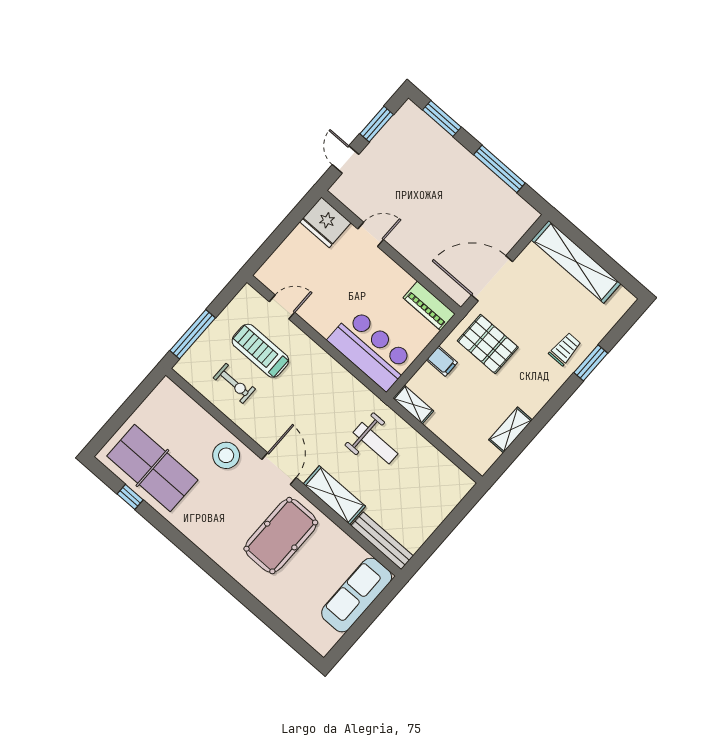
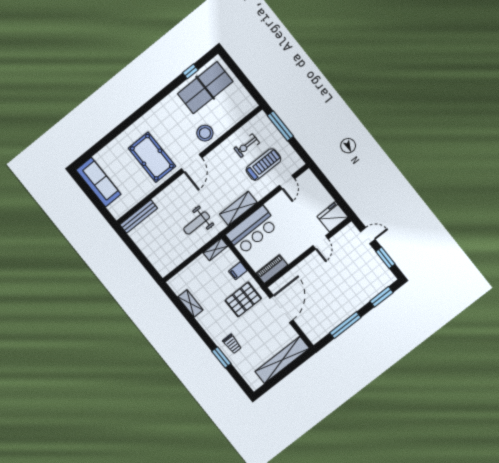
door: (279, 469) -> (192, 163), hinge flipped
shelving: (334, 495) -> (238, 208), moved
sofa: (357, 595) -> (98, 182), moved

